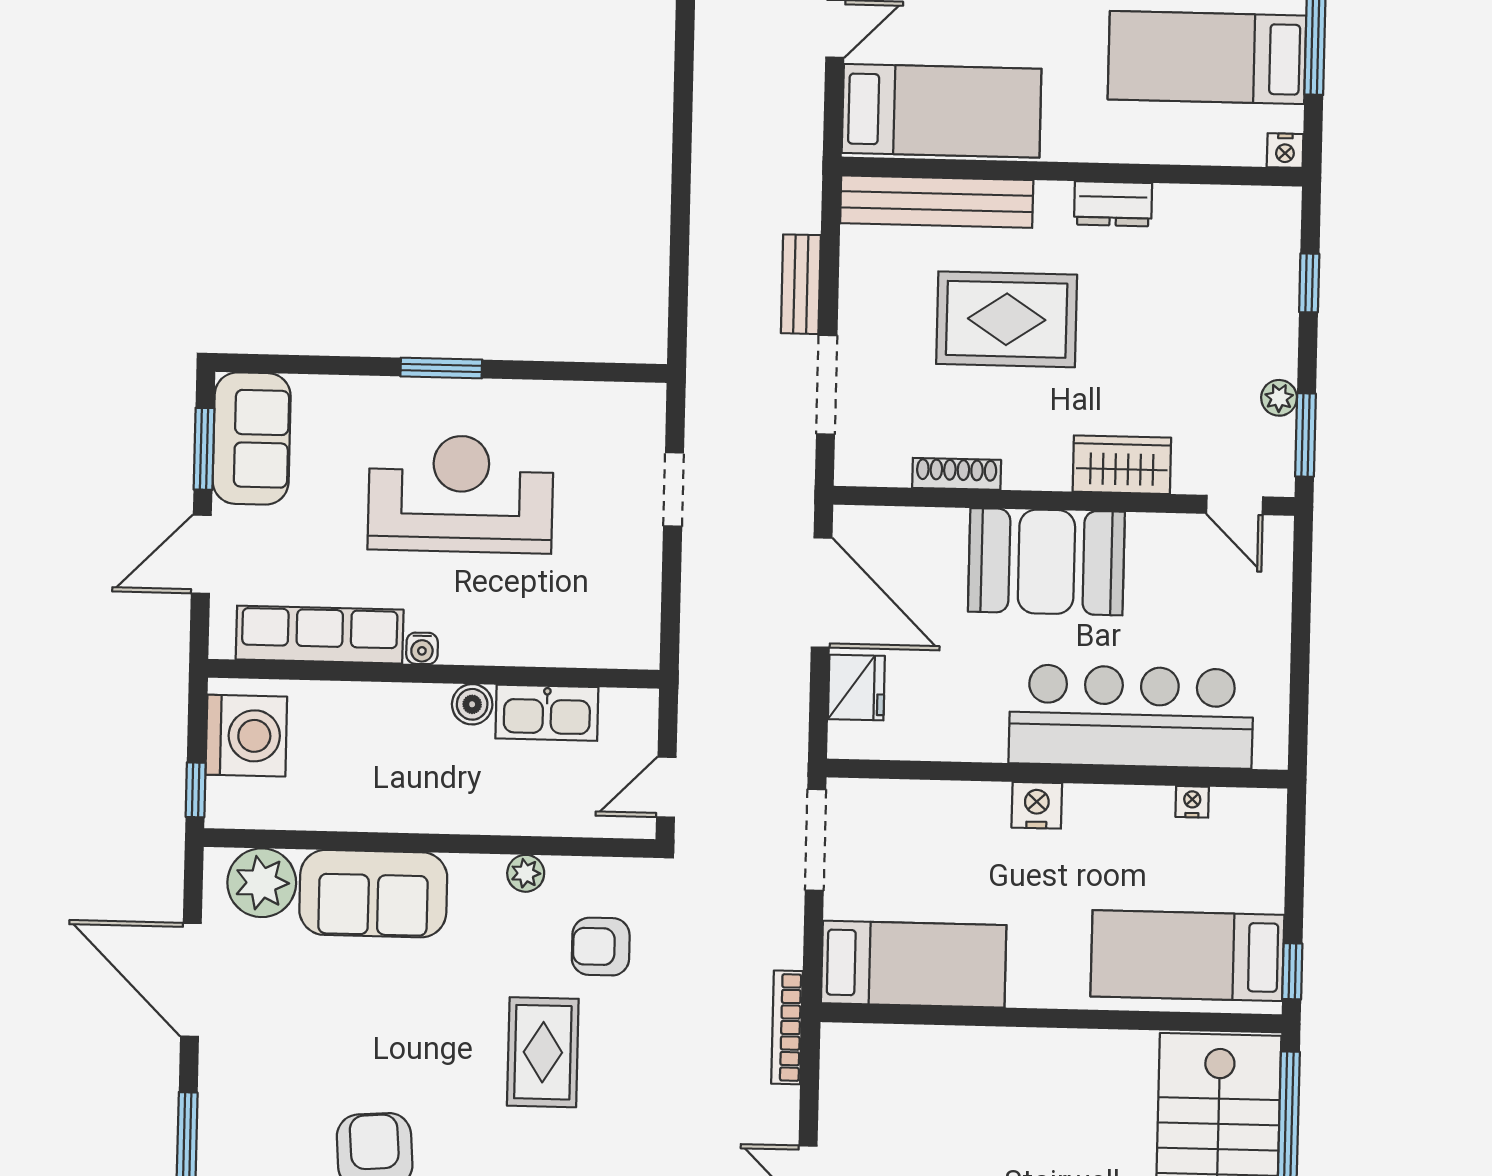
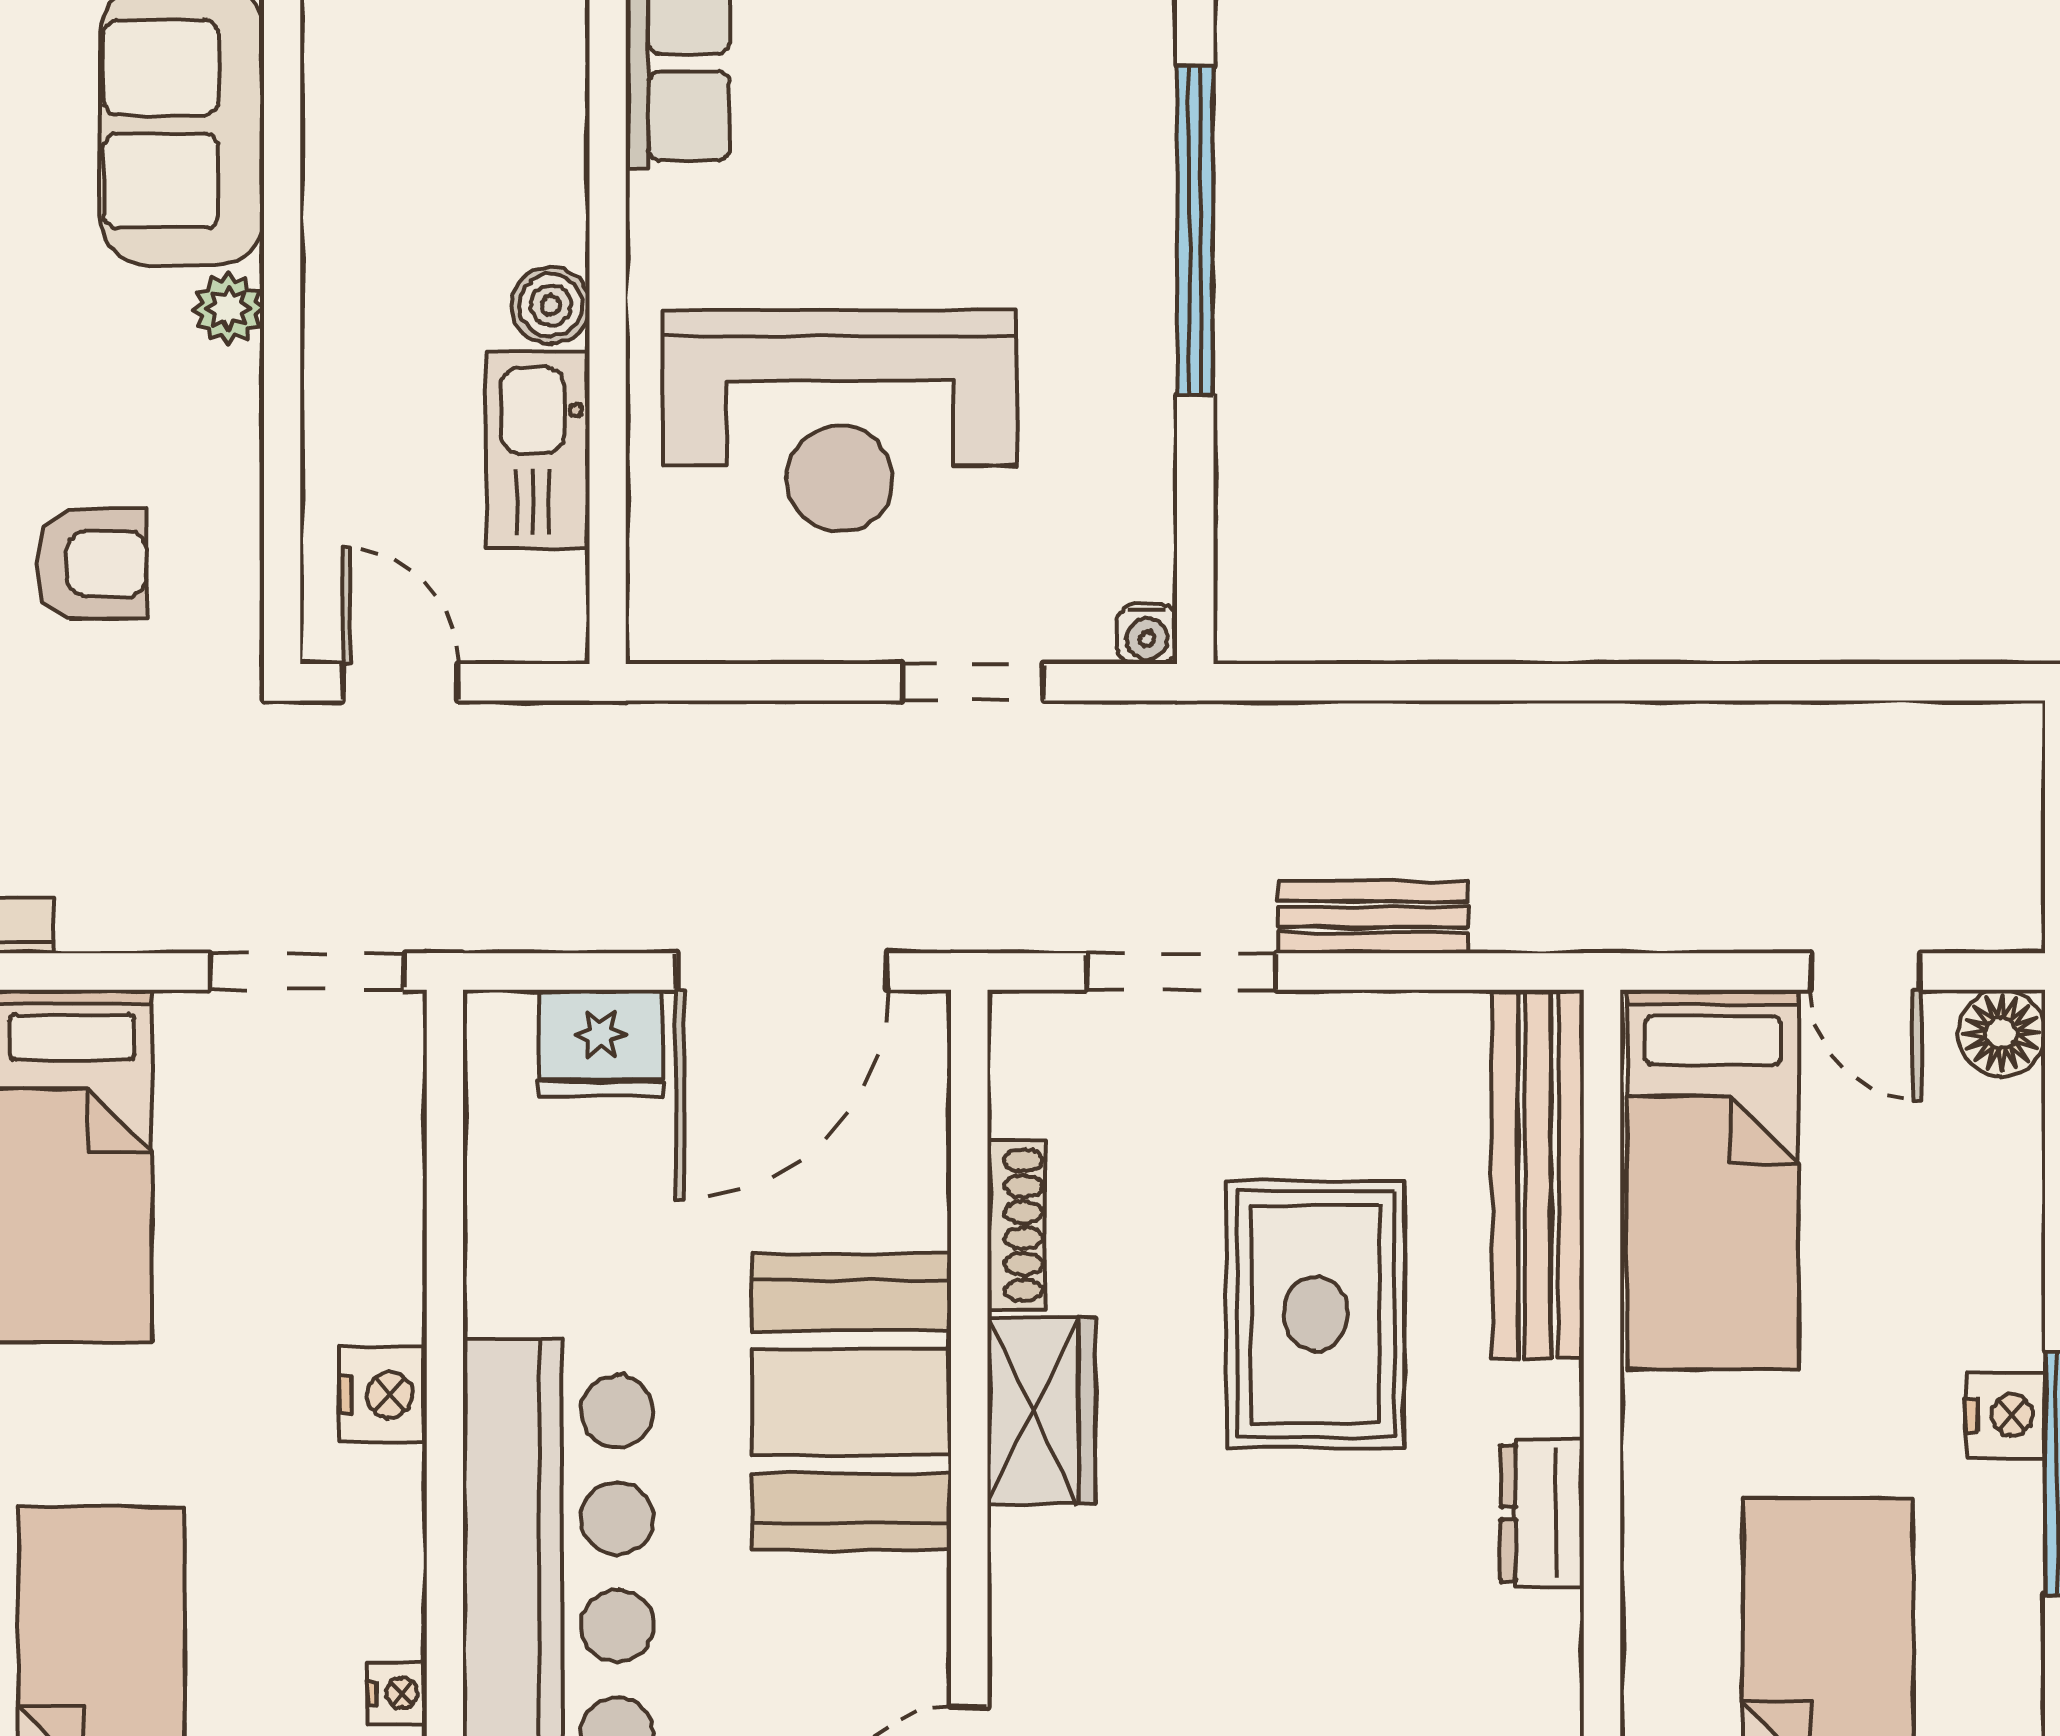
window: (441, 368) -> (1195, 230), width x2.11
wardrobe: (1122, 465) -> (1041, 1411), moved
reception desk: (461, 494) -> (840, 421), moved, turned 90
water cooler: (422, 648) -> (1147, 634), moved, turned -90
plant: (526, 873) -> (229, 308), moved
armchair: (601, 947) -> (91, 564), turned 90

